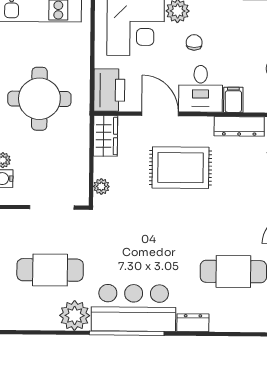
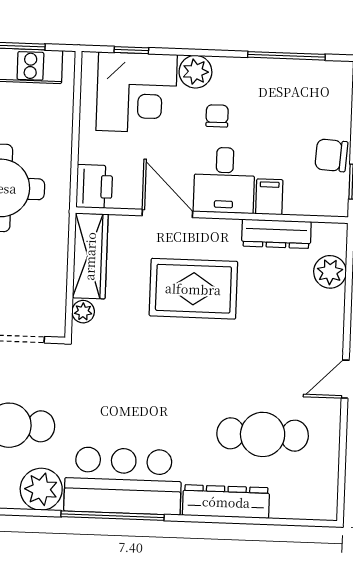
printer: (109, 90) -> (94, 187), width x0.73, depth x0.84
wardrobe: (105, 136) -> (90, 256), width x1.50
dresser: (193, 323) -> (226, 502), width x1.96, depth x1.24

